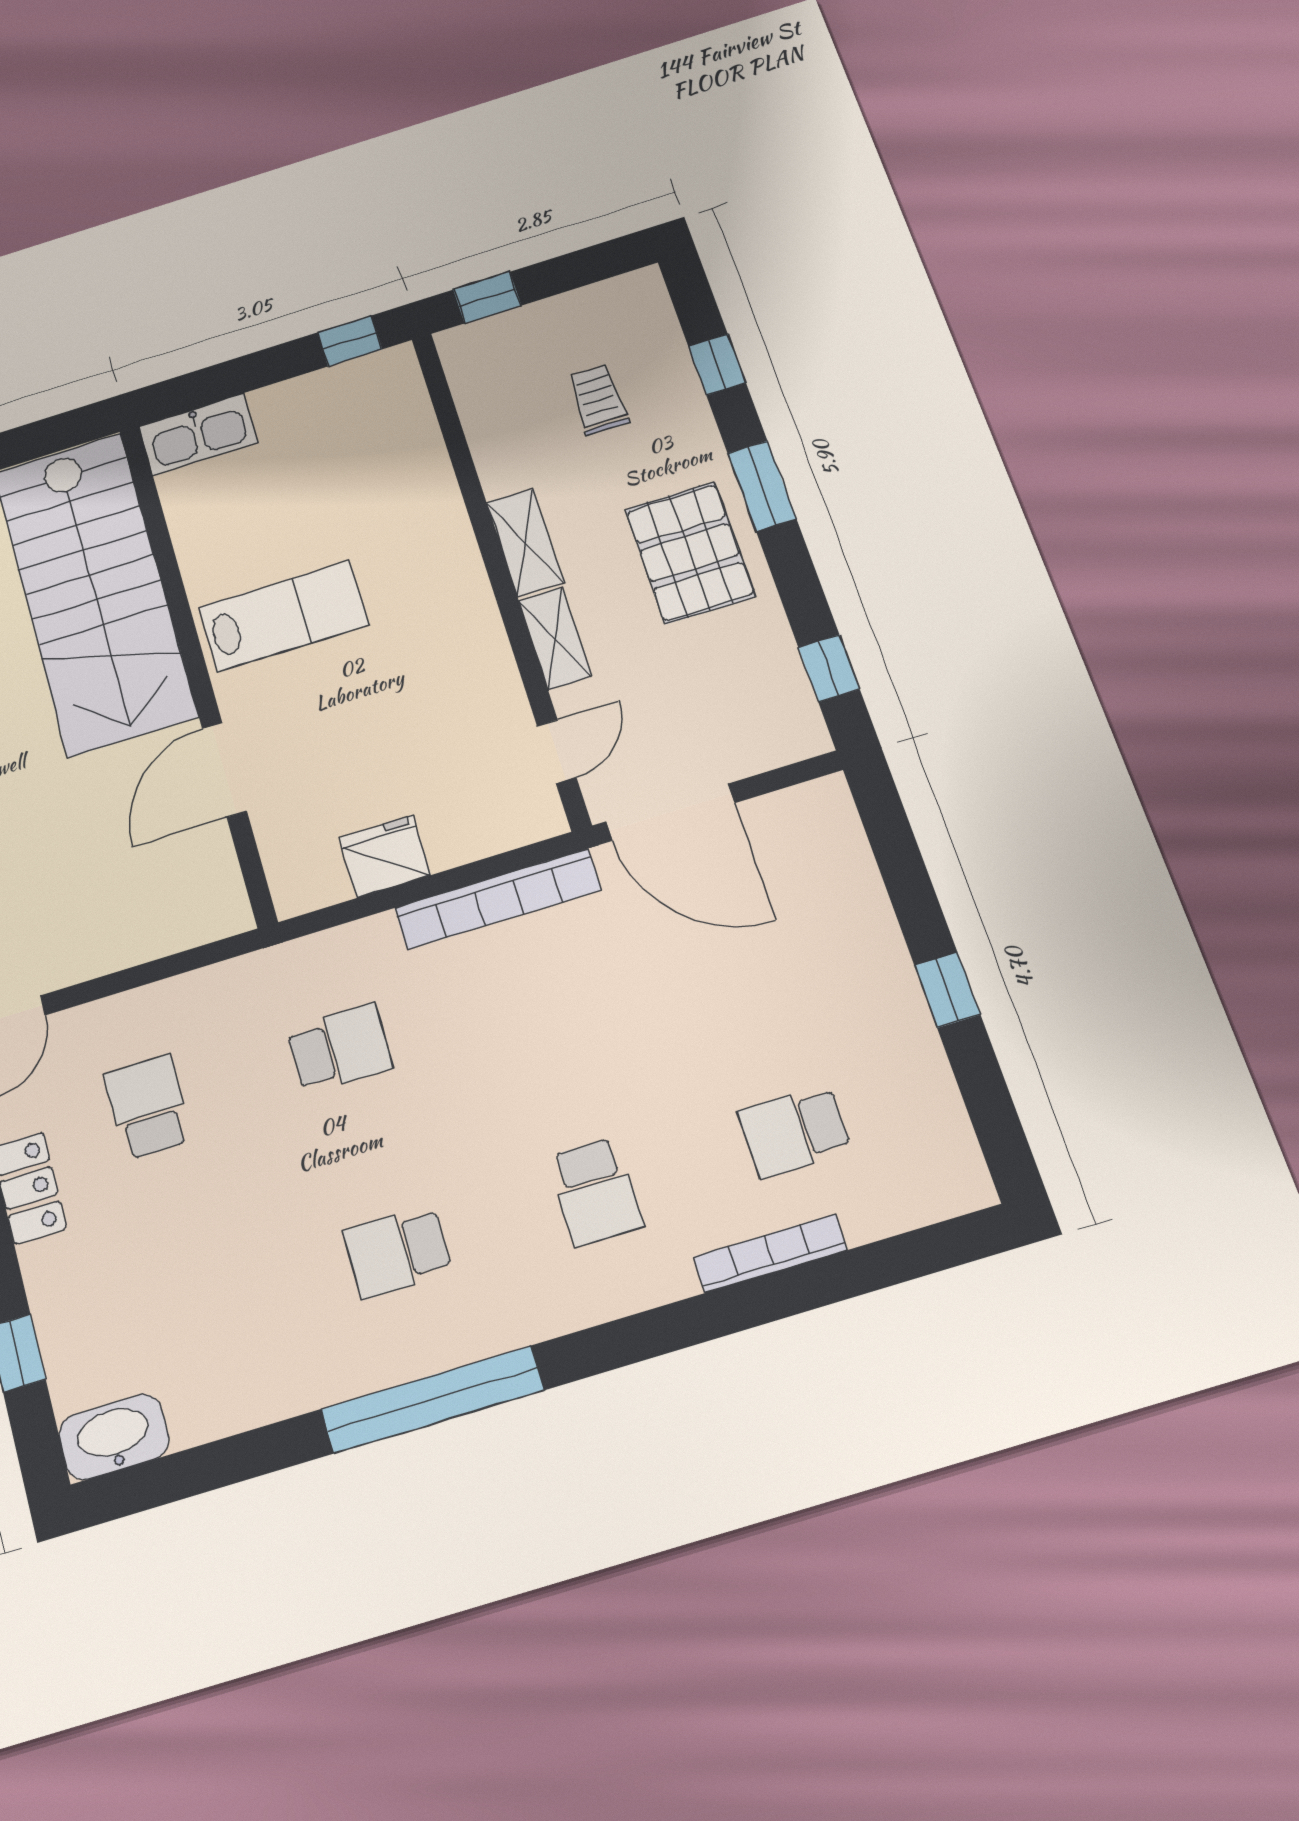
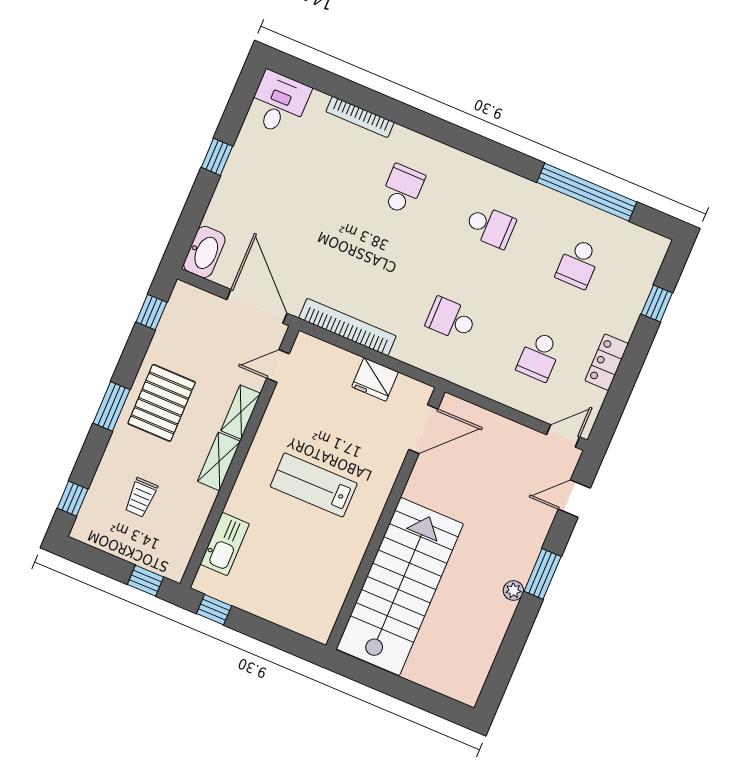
window: (717, 365) -> (73, 499), moved
kitchen sink: (198, 434) -> (225, 544), moved, turned 90
lab bench: (284, 616) -> (314, 485), moved
door: (224, 770) -> (423, 429), moved
school desk: (795, 1131) -> (578, 264), moved, turned 90
desk: (926, 1162) -> (279, 103), added
window: (432, 1400) -> (587, 192), moved
washbasin: (114, 1437) -> (204, 252), moved, turned -90

